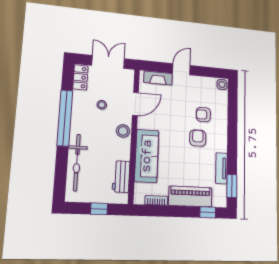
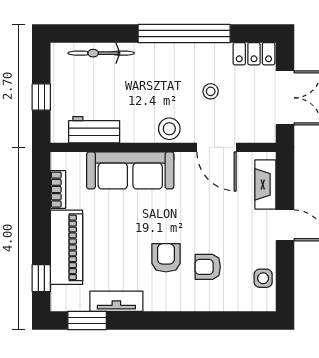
side table: (222, 84) -> (263, 278), moved
armchair: (203, 115) -> (208, 267), turned -90
armchair: (198, 138) -> (166, 258), turned -90
bicycle: (77, 162) -> (101, 53), width x0.73, depth x0.71

